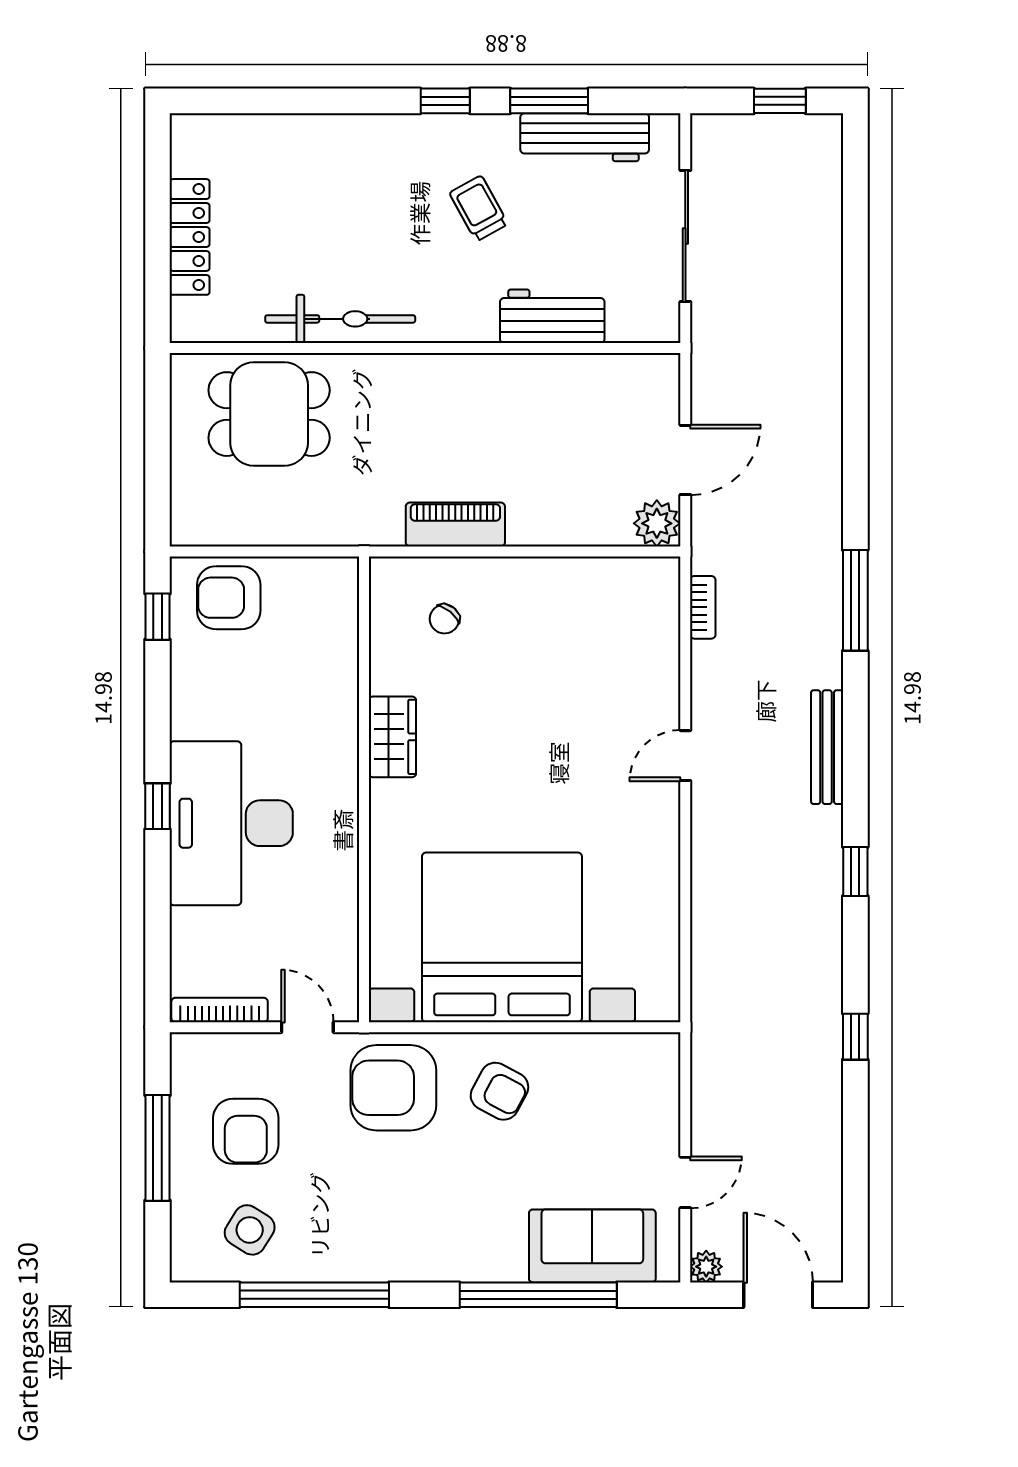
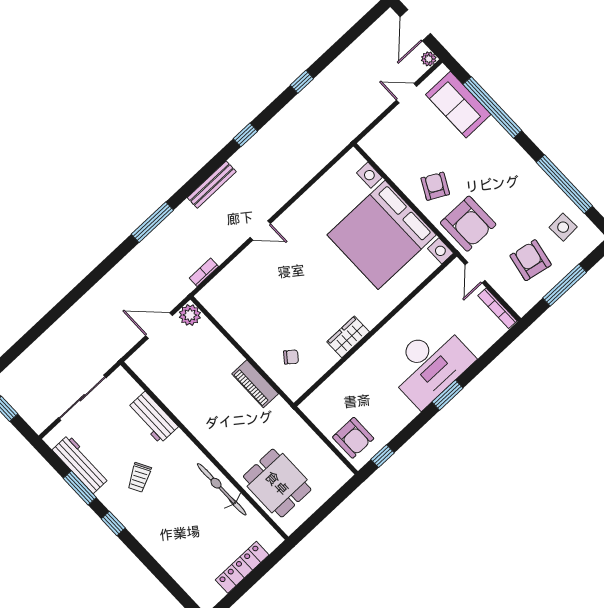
window: (158, 806) -> (448, 395), width x1.50
armchair: (246, 1131) -> (531, 260), turned -79
side table: (250, 1230) -> (563, 227), turned -35

